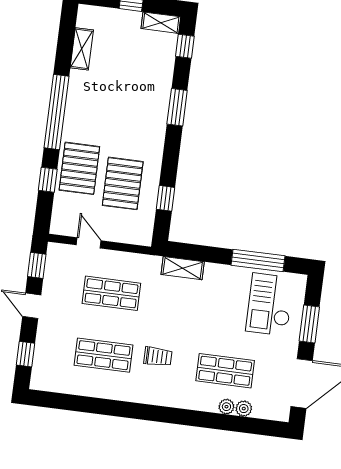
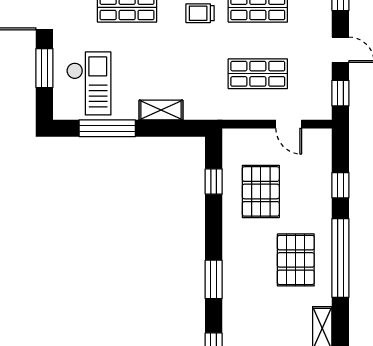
pallet: (79, 168) -> (296, 260), moved
shelving: (183, 268) -> (161, 110), moved

